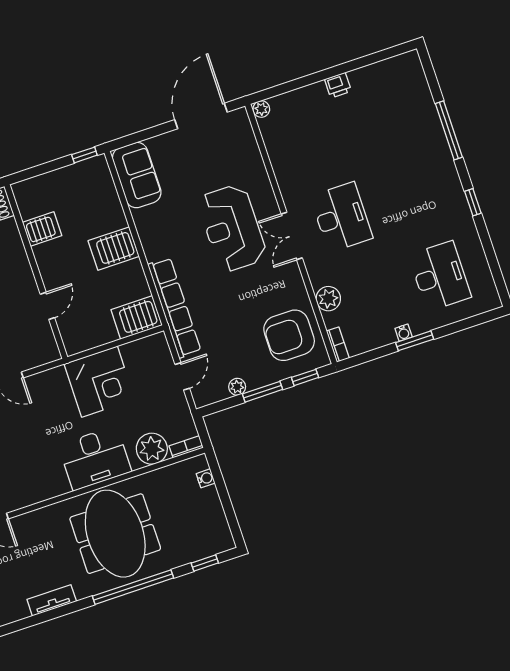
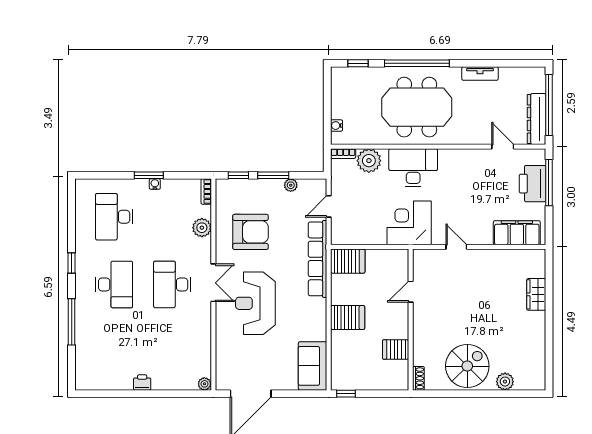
desk: (412, 193) -> (114, 284), added
reception desk: (232, 228) -> (255, 303), turned 180
armchair: (289, 335) -> (250, 232), moved
corner desk: (100, 382) -> (409, 223), moved
meeting table: (115, 534) -> (417, 107), turned 90

